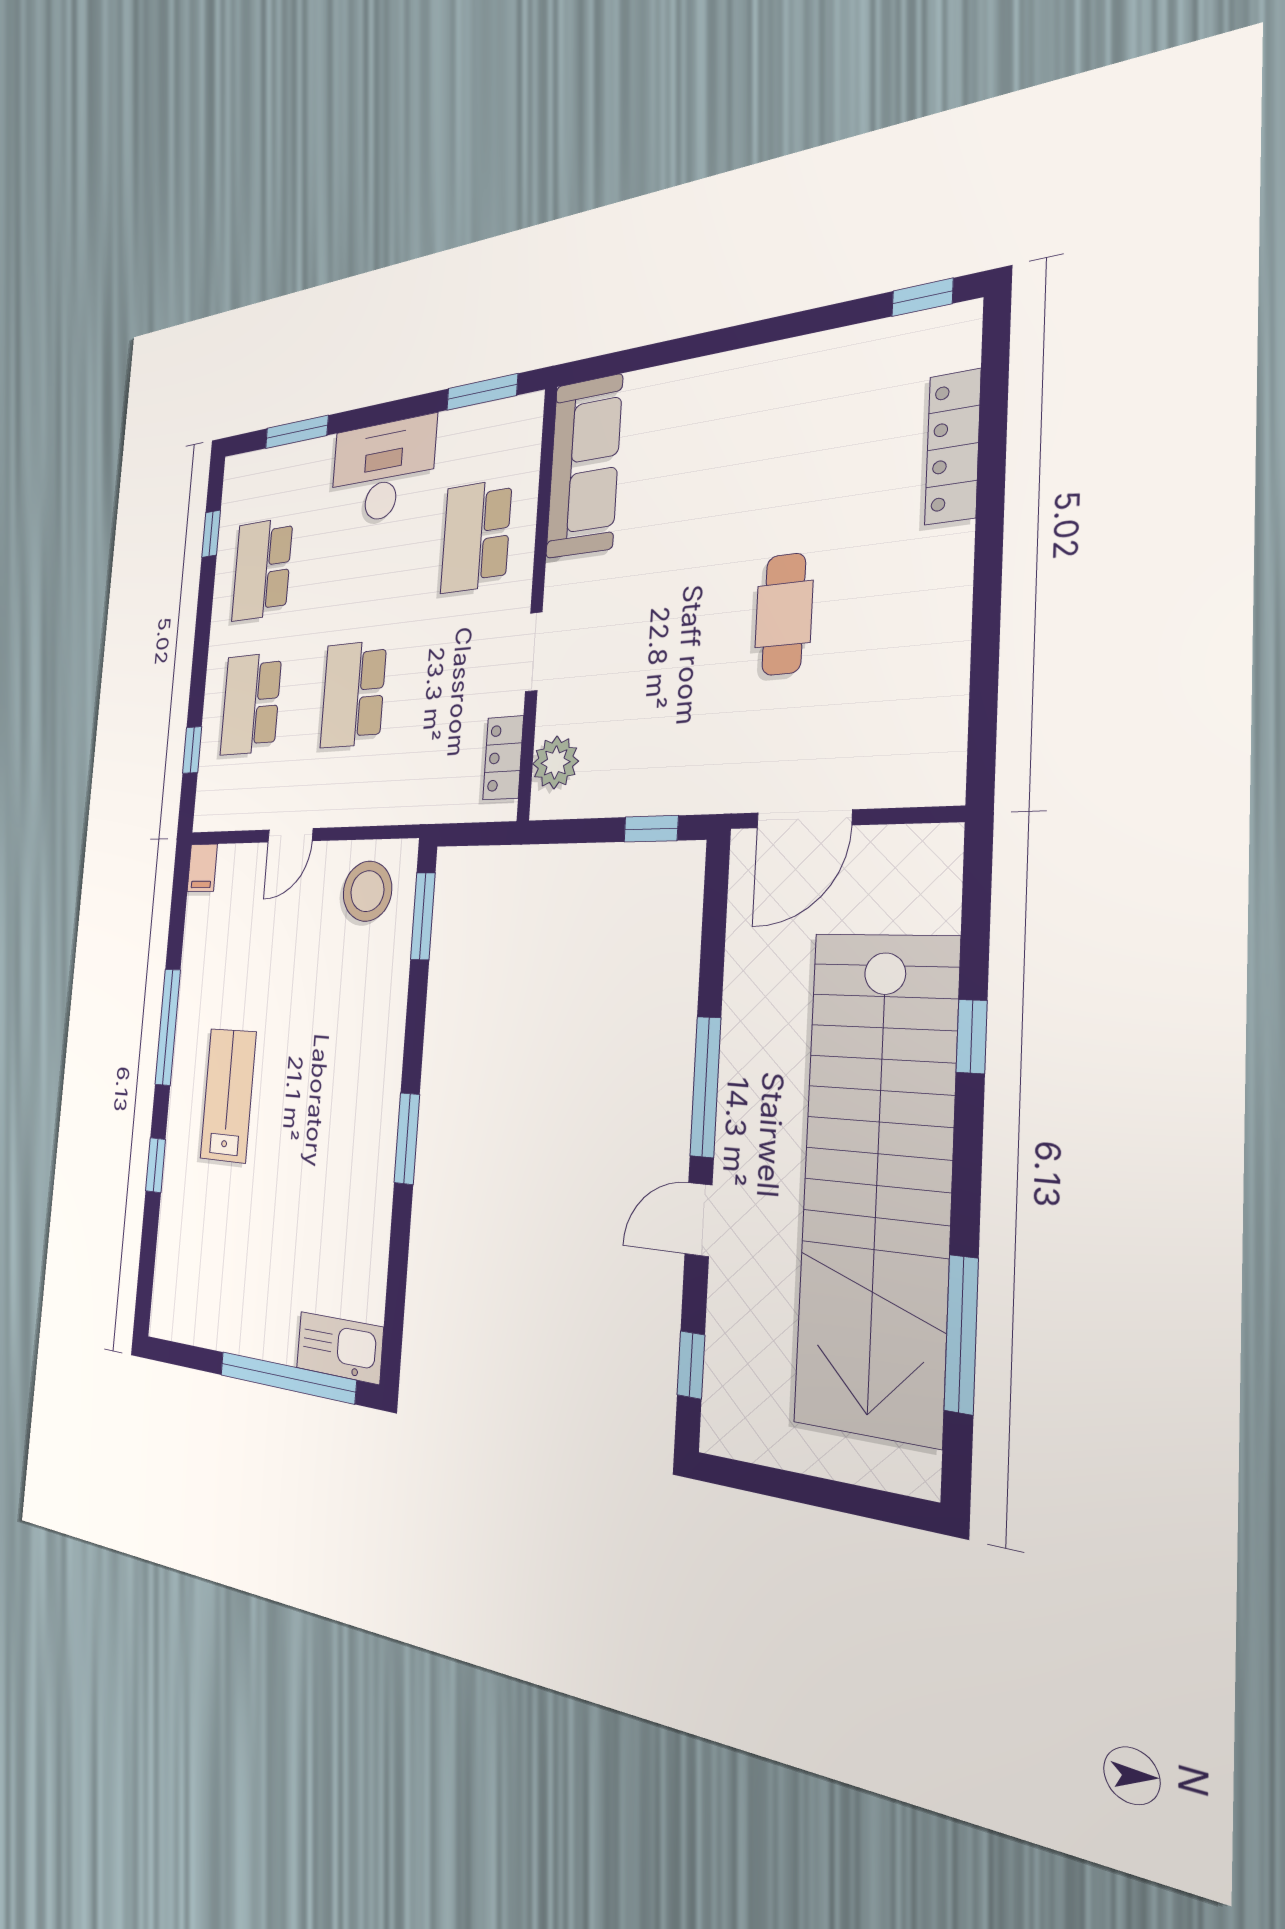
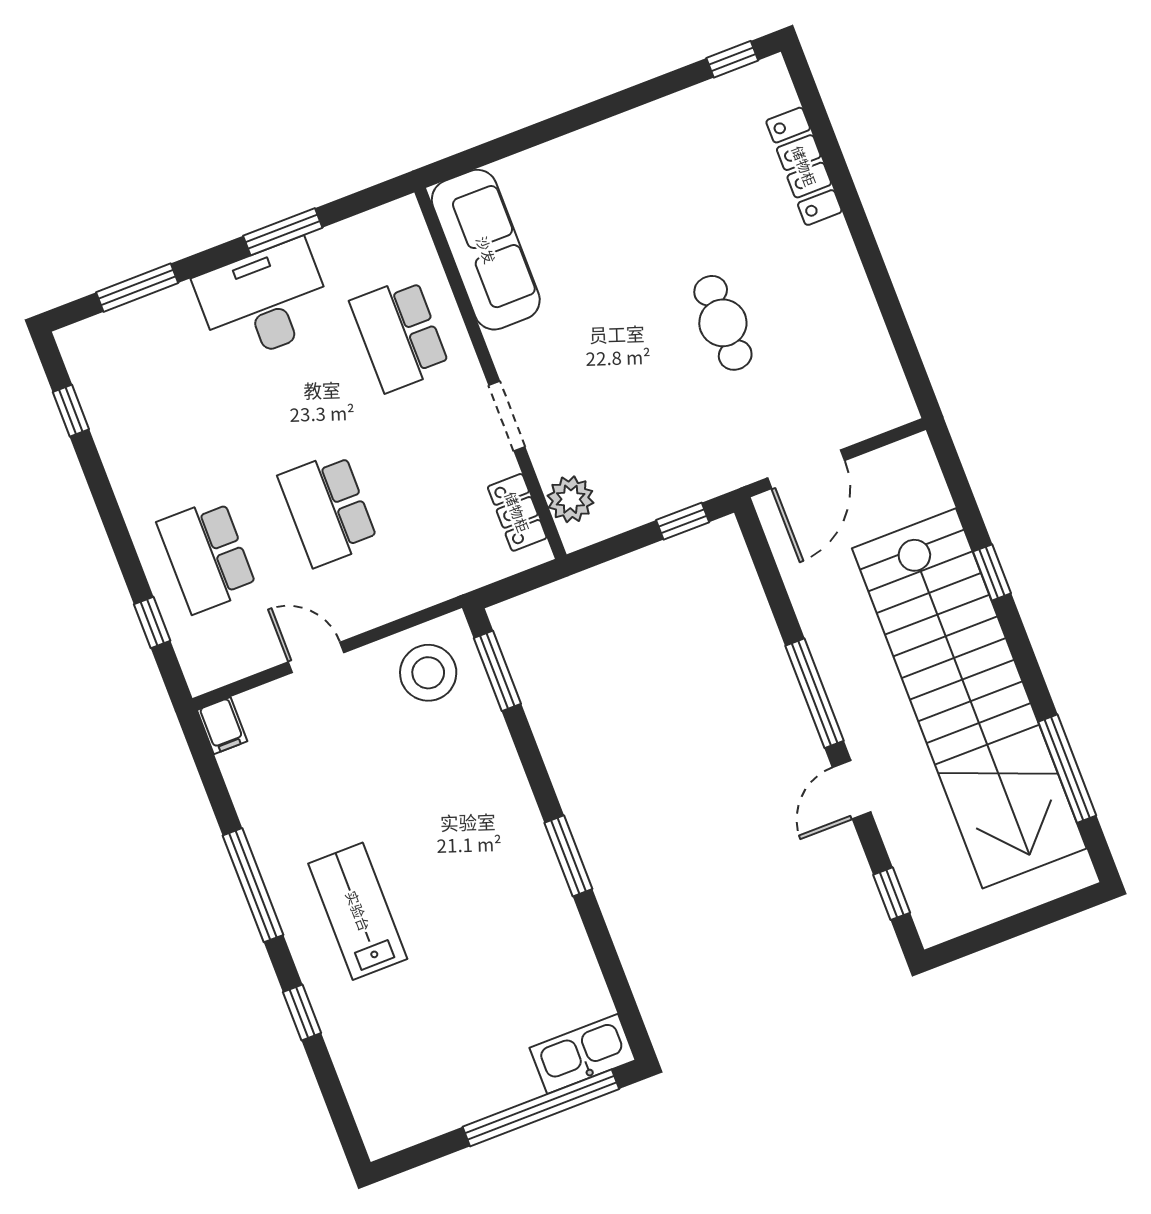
window: (482, 392) -> (283, 232), moved
school desk: (262, 569) -> (158, 428), removed
door: (290, 835) -> (316, 657), swing flipped

